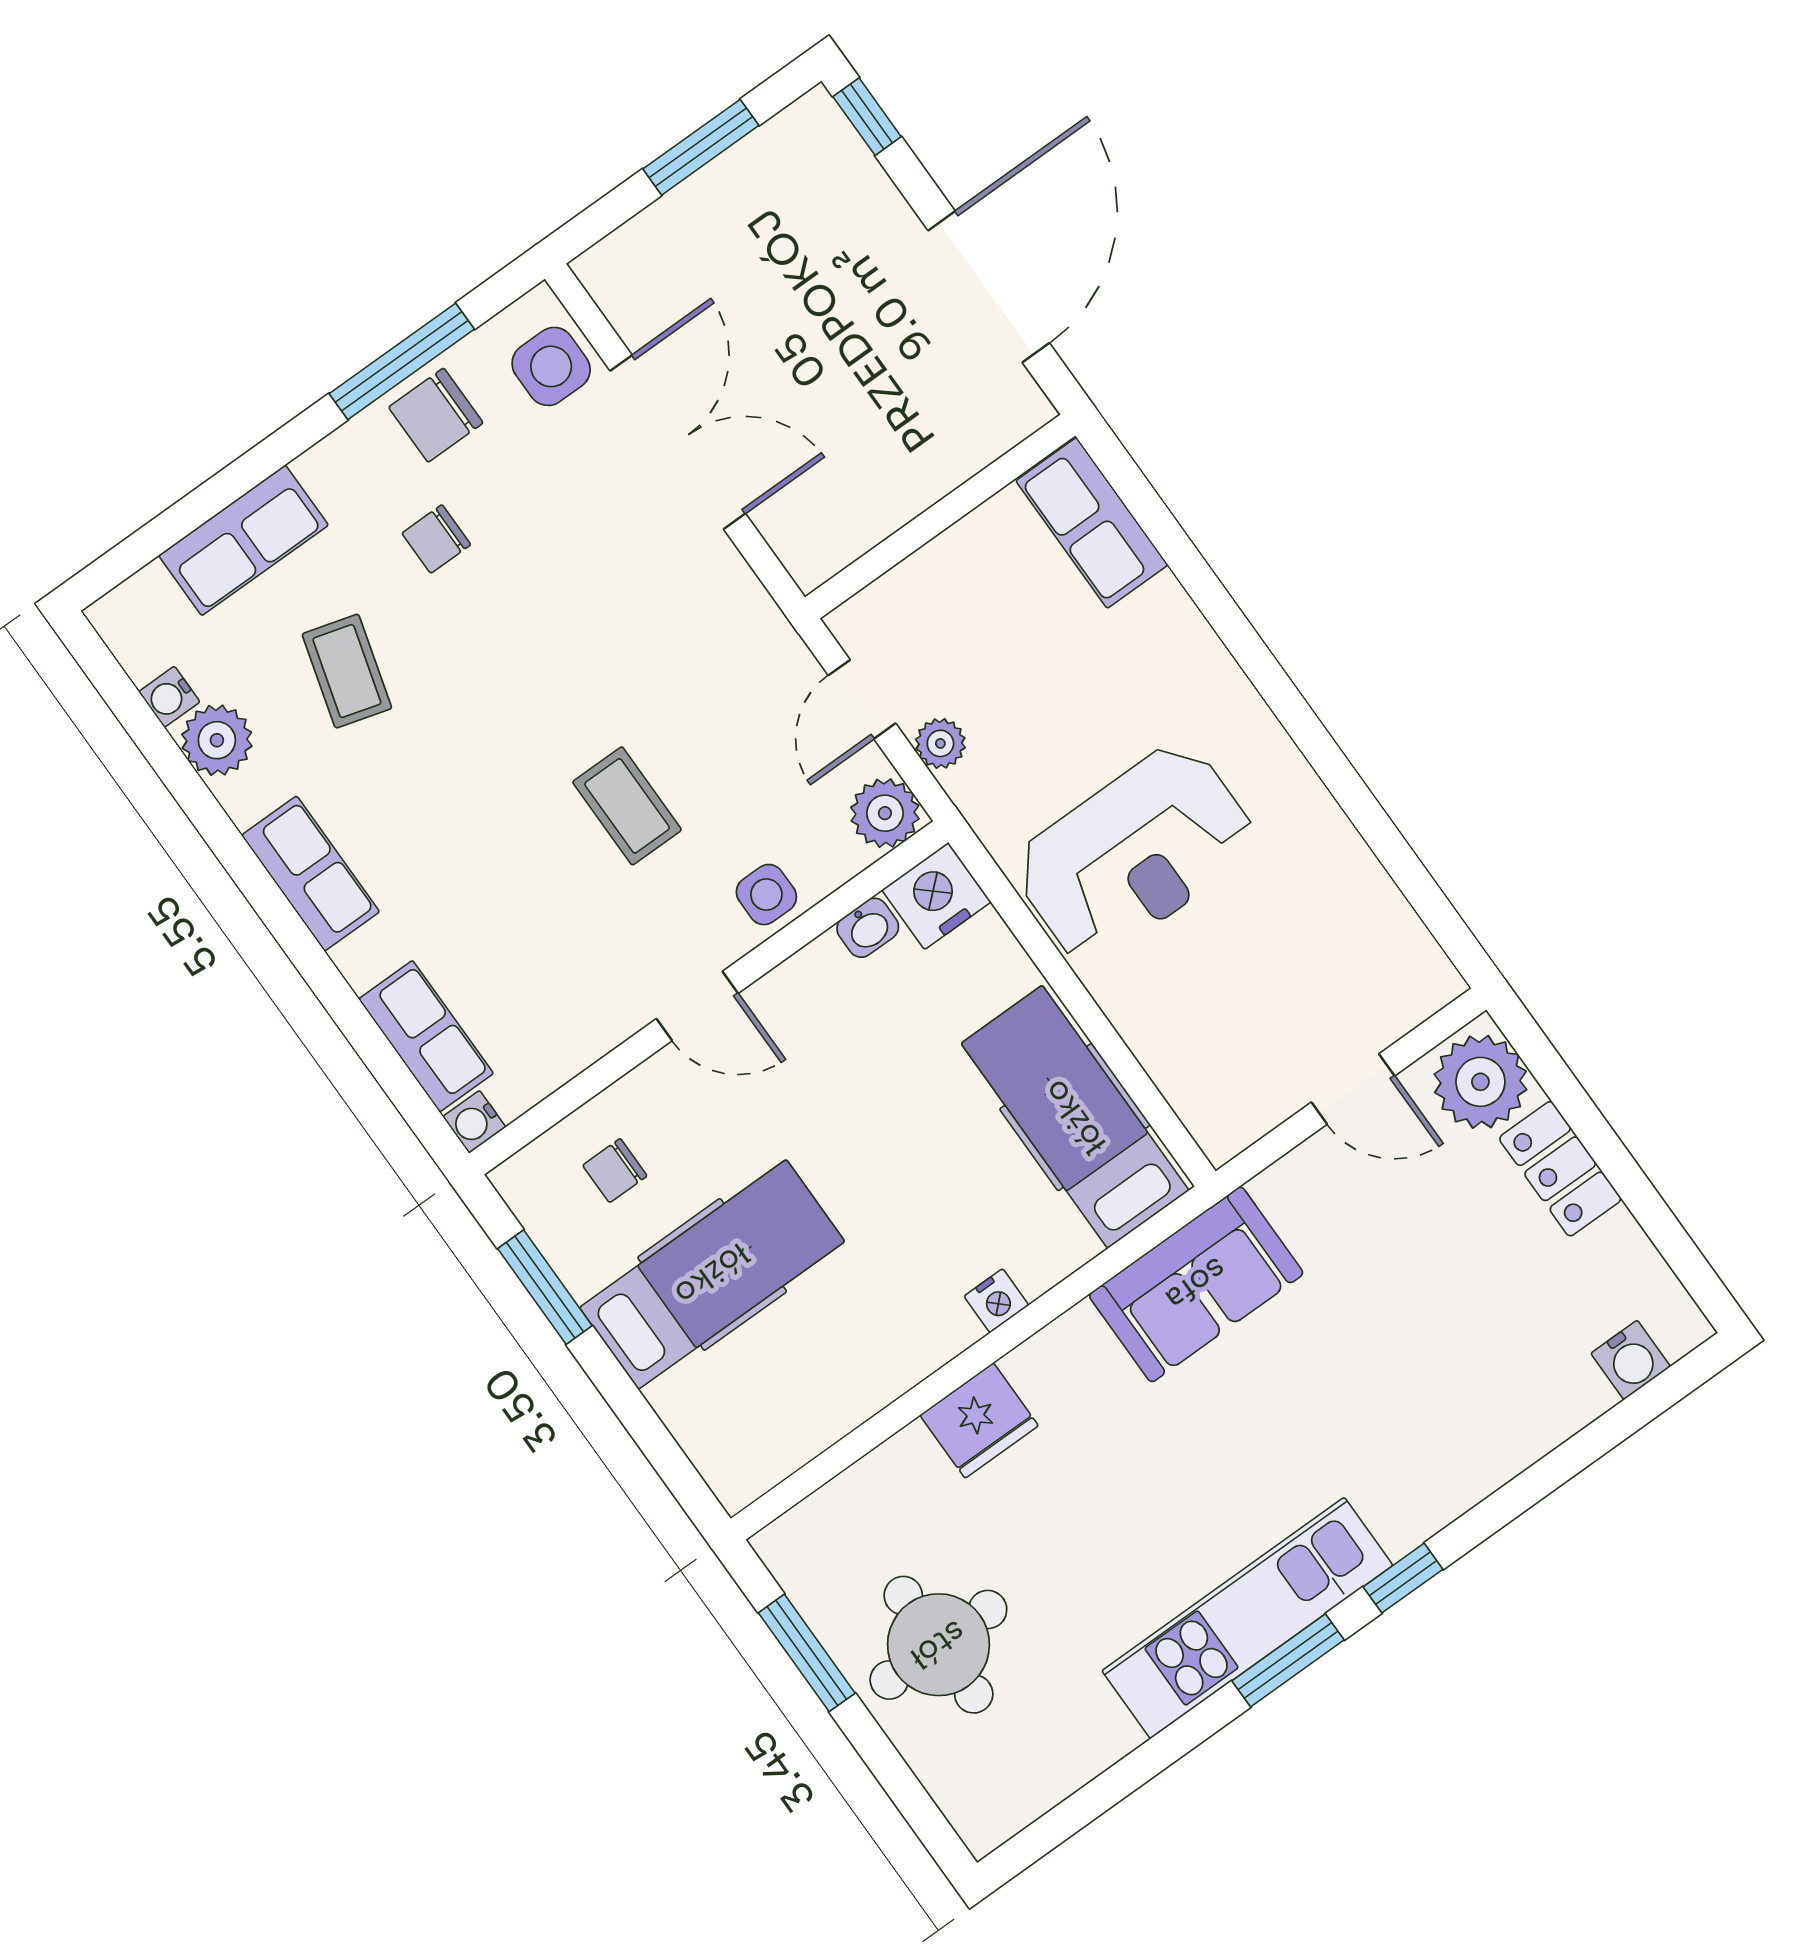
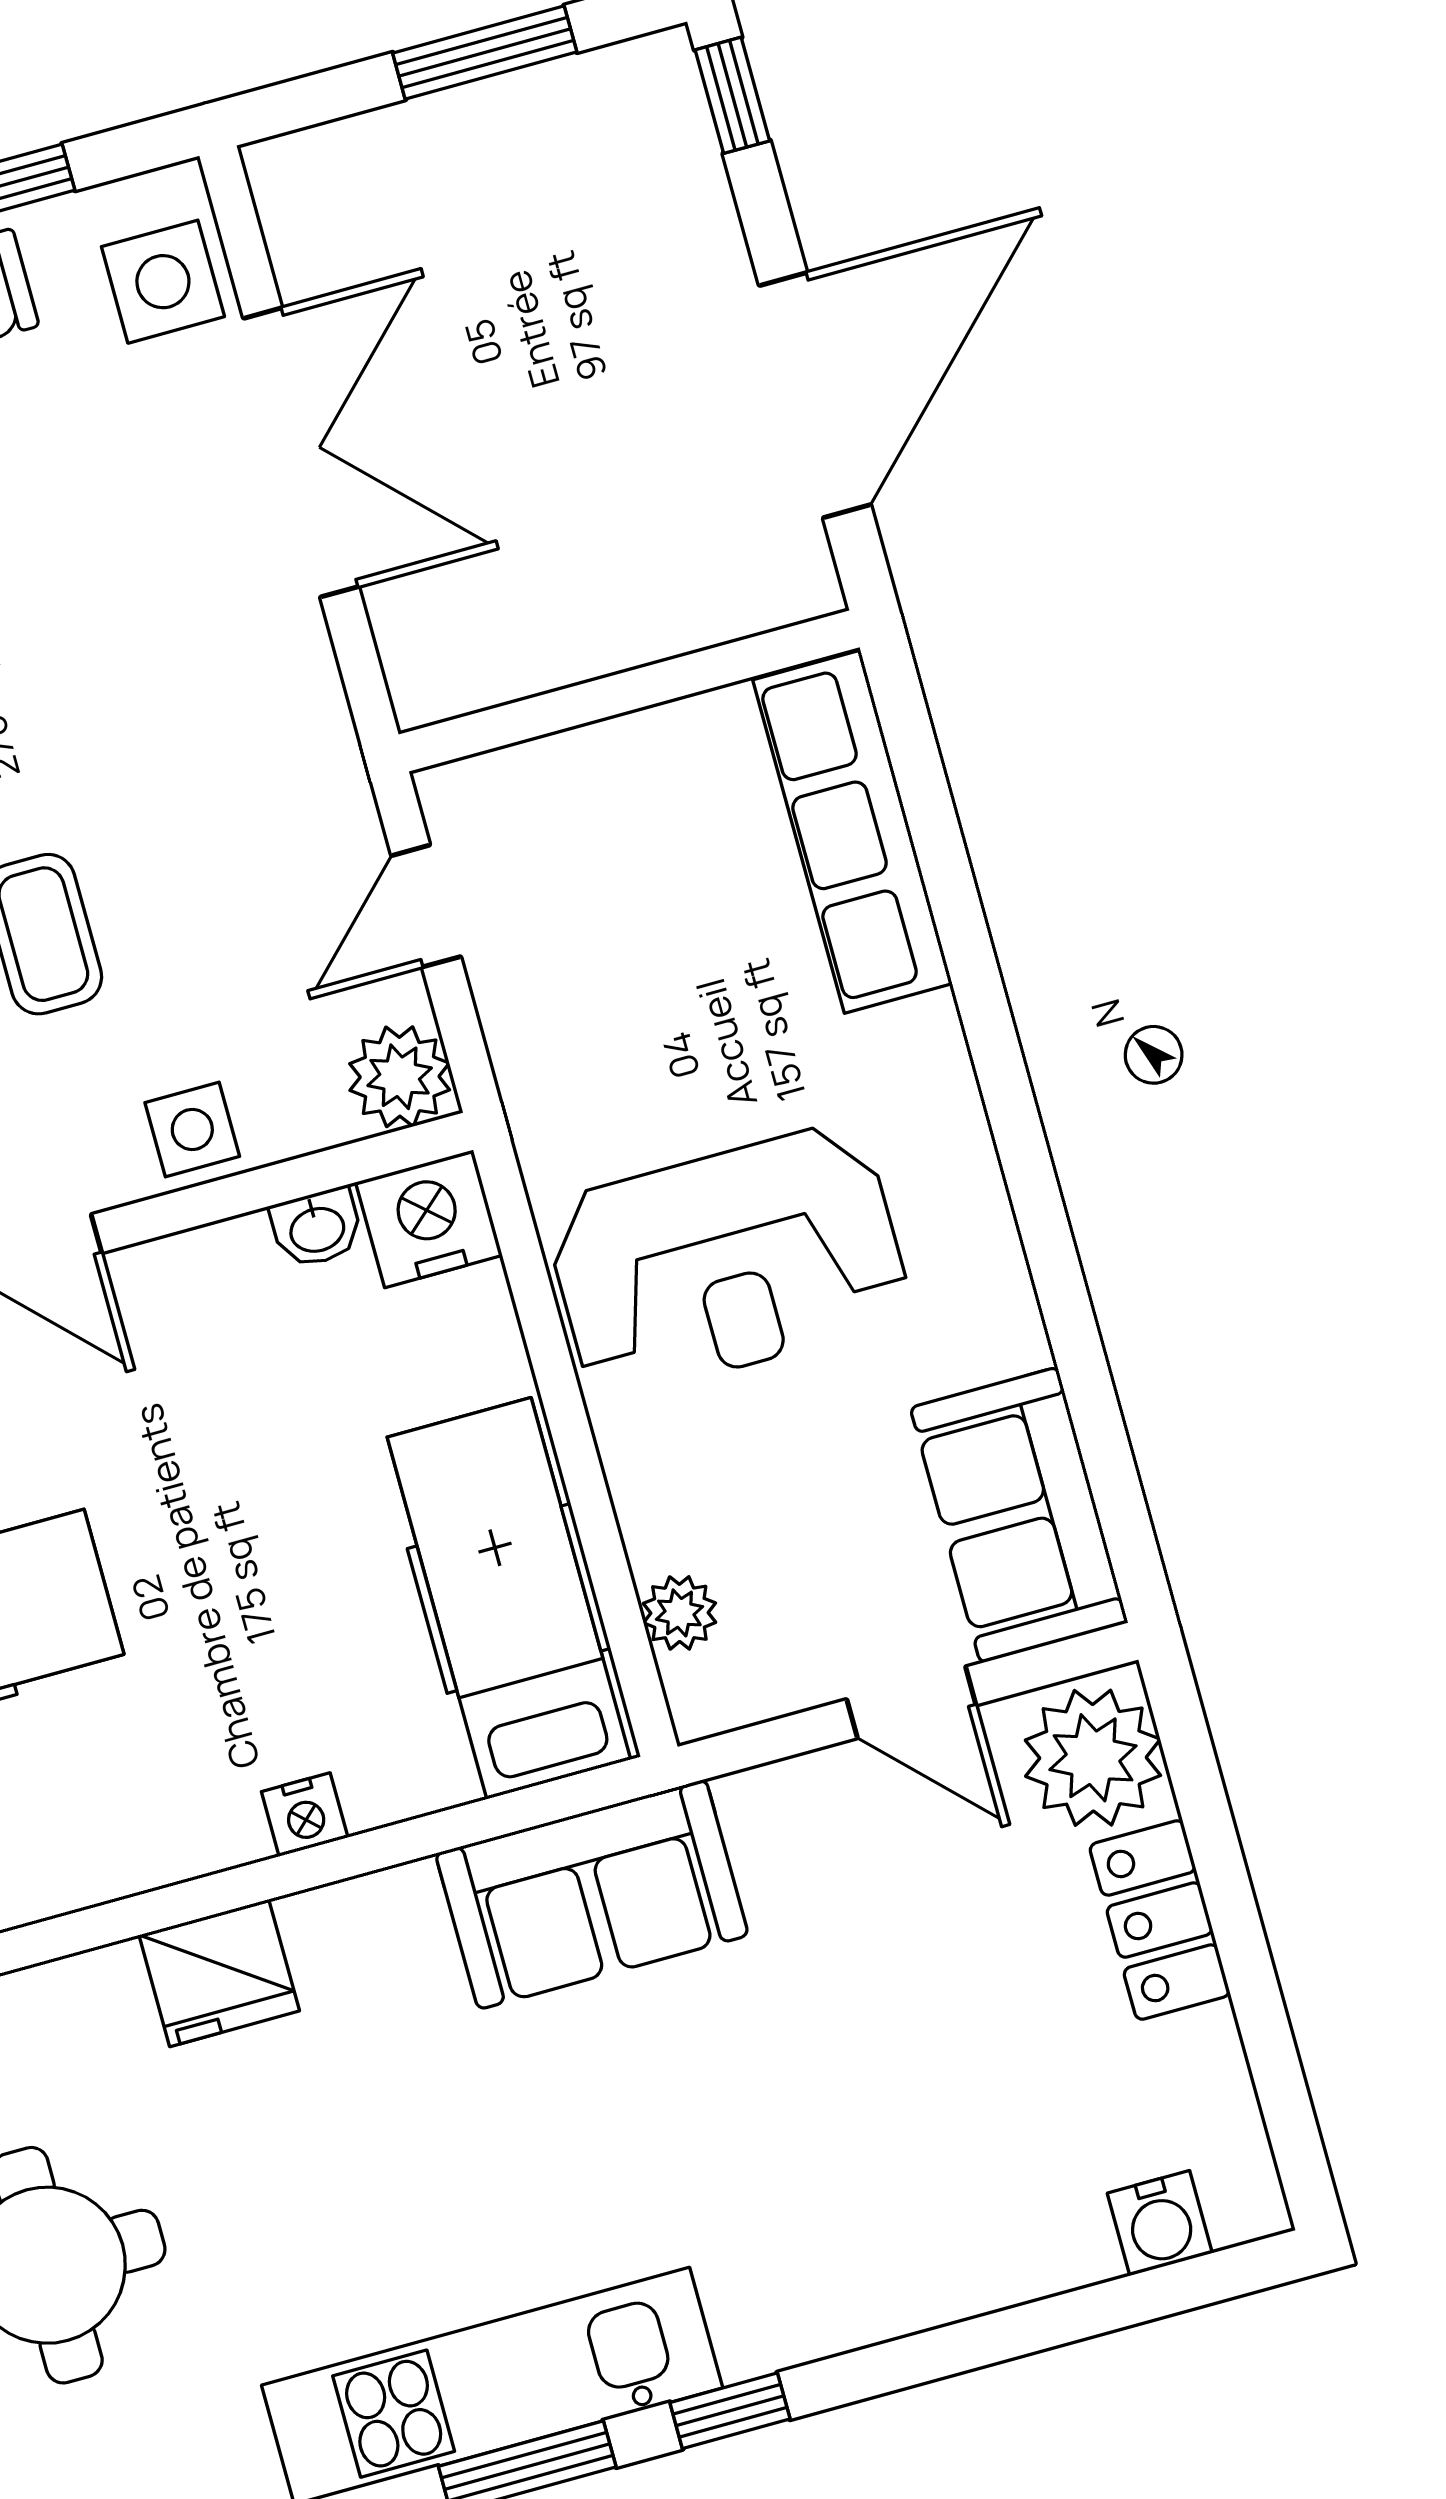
row of seats: (1092, 523) -> (852, 832), width x1.48
plant: (940, 743) -> (679, 1613), moved
sofa: (1378, 946) -> (1019, 1515), added

